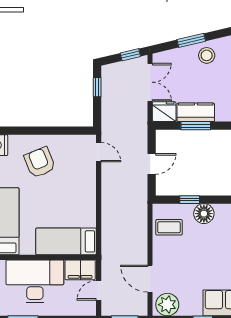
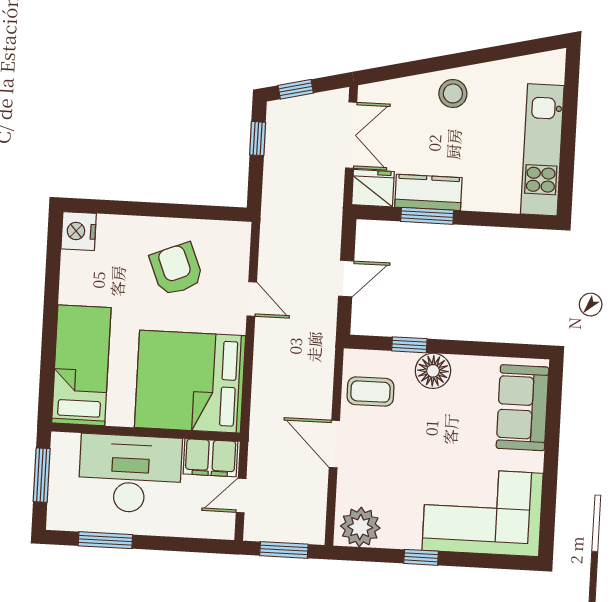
window: (191, 40) -> (427, 66), removed
window: (130, 55) -> (296, 89), moved
door: (99, 152) -> (252, 299), moved
armchair: (40, 162) -> (176, 269), moved
bed: (66, 241) -> (190, 382), width x2.04
door: (150, 279) -> (334, 444), moved

